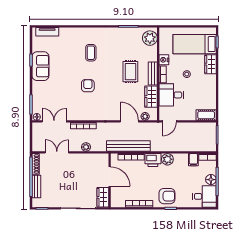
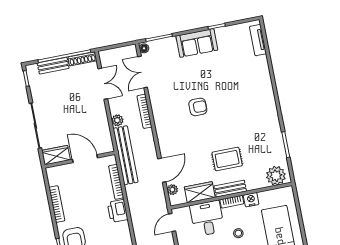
coffee table: (91, 53) -> (242, 102), removed
sofa: (40, 66) -> (197, 43), moved
double door: (54, 121) -> (143, 72), swing flipped
door: (169, 121) -> (172, 222), hinge flipped
bench: (128, 146) -> (126, 155), moved
plant: (167, 159) -> (122, 230), removed
door: (110, 176) -> (85, 159), swing flipped

